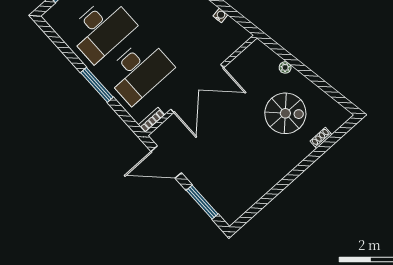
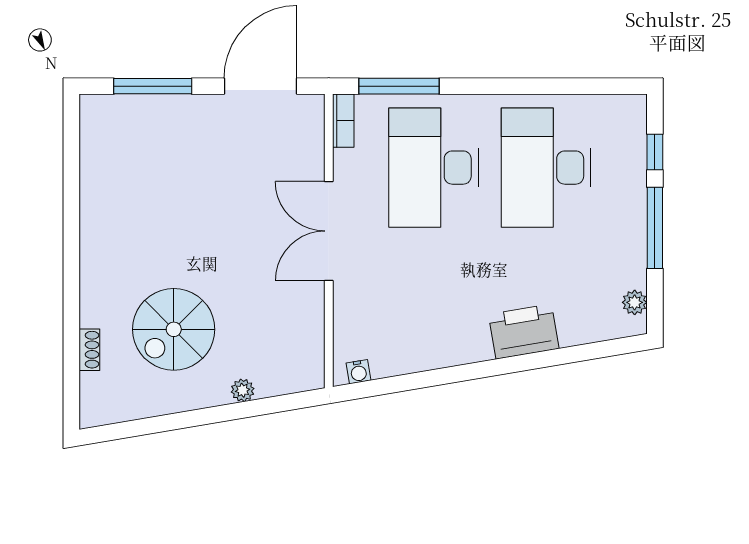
water cooler: (220, 15) -> (359, 372), moved
window: (97, 85) -> (399, 86), moved
double door: (197, 89) -> (329, 231), width x0.73

